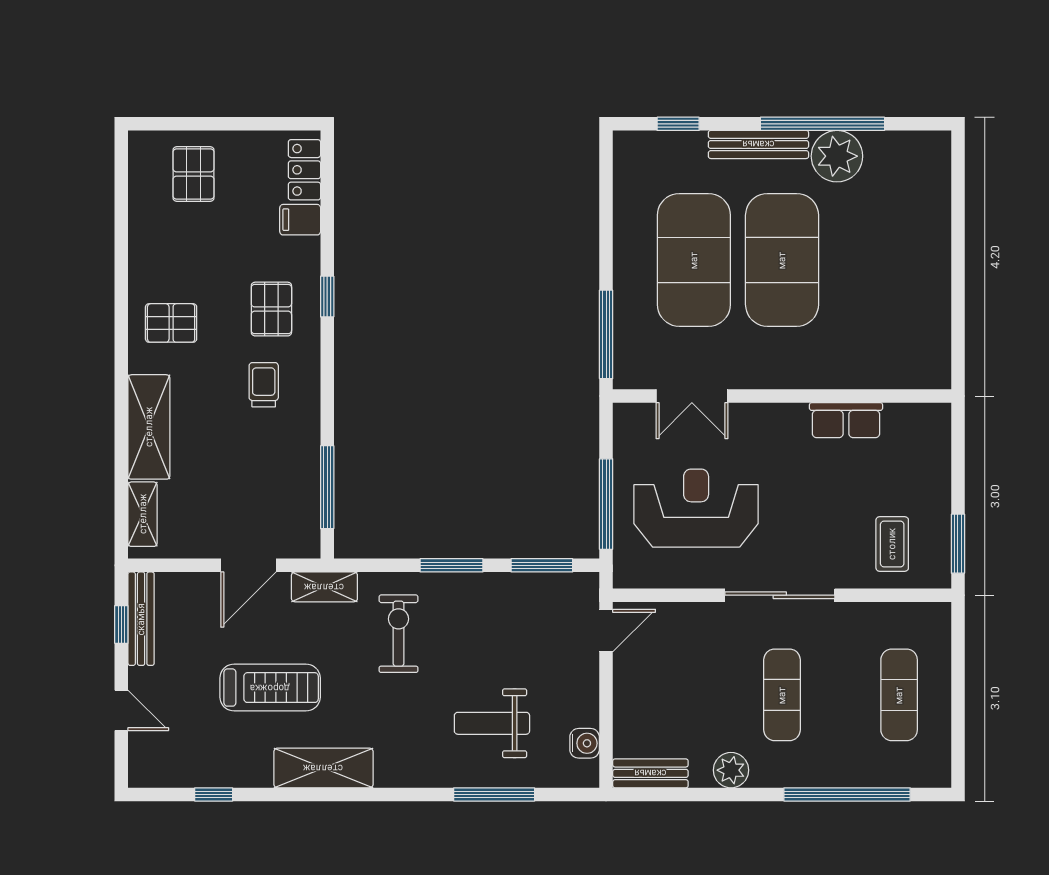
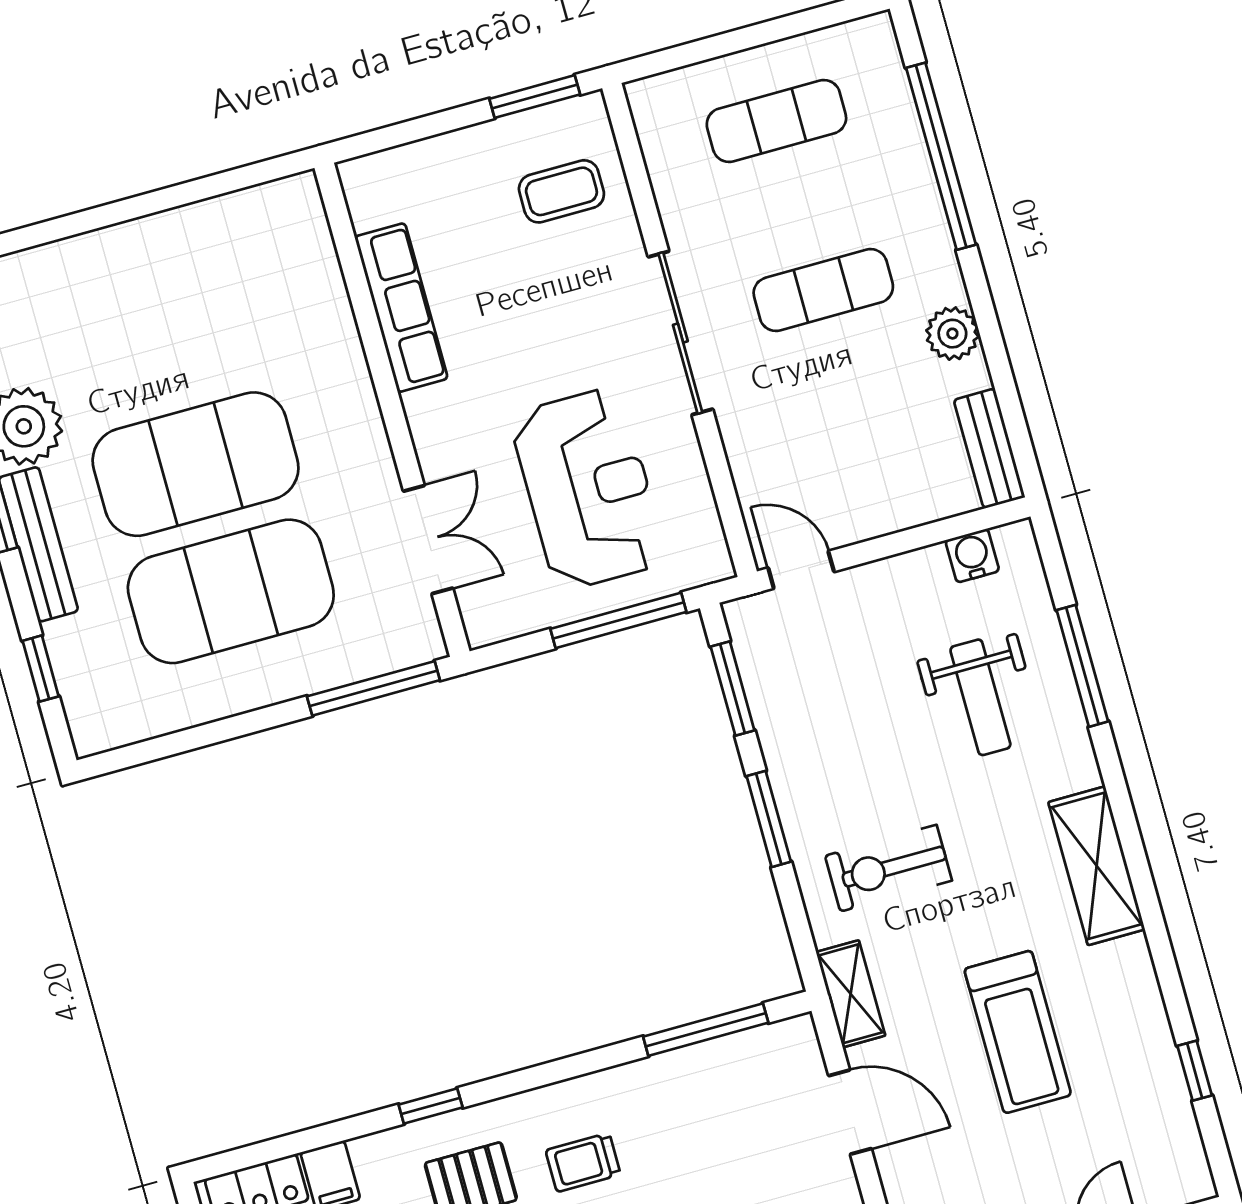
row of seats: (846, 420) -> (401, 308), width x1.48
reception desk: (696, 508) -> (588, 489), turned 180
treadmill: (270, 688) -> (1018, 1032), turned 180
shelving: (323, 768) -> (1097, 866), moved

